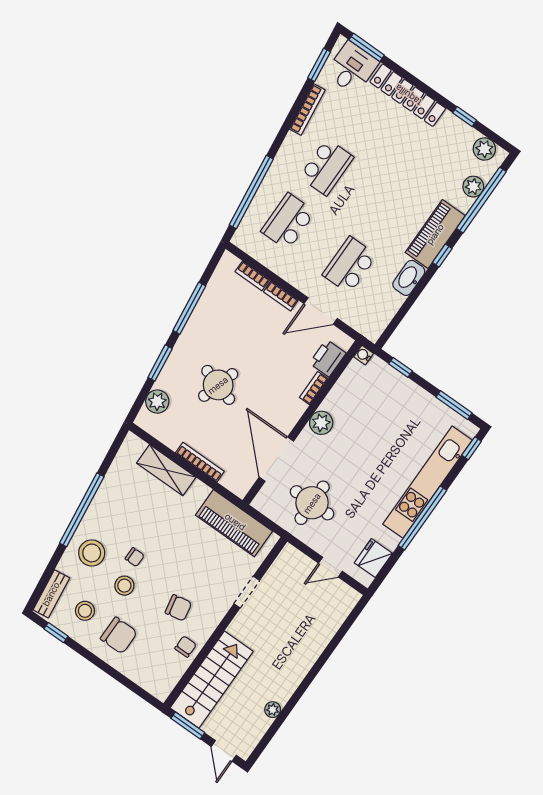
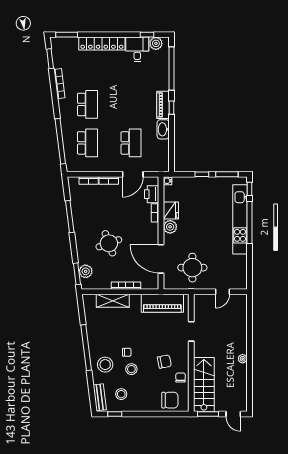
desk: (352, 68) -> (137, 49), moved
window: (465, 117) -> (147, 35), moved
plant: (473, 187) -> (163, 65), removed
school desk: (288, 222) -> (87, 143), turned 180
piano: (435, 234) -> (163, 105), width x0.73, depth x0.75
school desk: (350, 265) -> (131, 143), turned 180
window: (160, 363) -> (77, 274), moved
window: (400, 367) -> (202, 174), moved
round table: (218, 385) -> (109, 243), turned -37
window: (422, 518) -> (249, 222), moved
fridge: (373, 558) -> (171, 211), moved, turned 180
chair: (119, 635) -> (170, 400), moved
plant: (273, 710) -> (243, 359), moved

